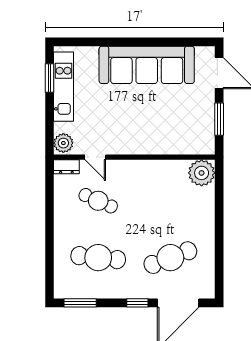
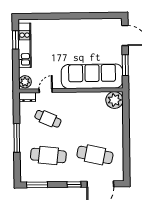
sofa: (147, 65) -> (92, 76), moved, turned 180
door: (95, 157) -> (46, 91), swing flipped
window: (50, 230) -> (17, 138), added
cafe table: (170, 258) -> (95, 155), turned 33

